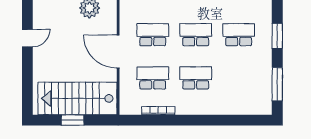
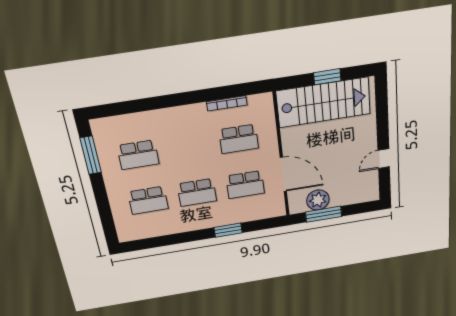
window: (277, 36) -> (104, 206), removed
door: (118, 52) -> (283, 174), moved
school desk: (196, 78) -> (138, 155), moved

